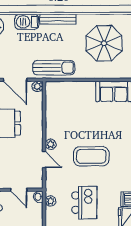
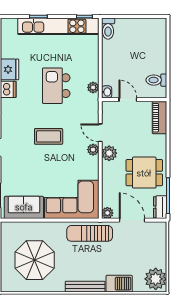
corner sofa: (70, 99) -> (72, 199), added
plant: (36, 141) -> (109, 153), added
coffee table: (91, 156) -> (49, 136), width x0.73, depth x0.76

